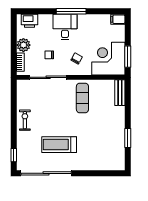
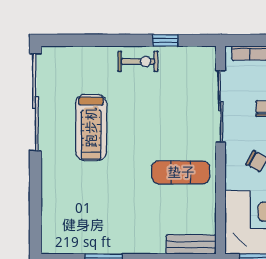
treadmill: (59, 145) -> (91, 127), turned 180
window: (14, 155) -> (166, 40), moved

